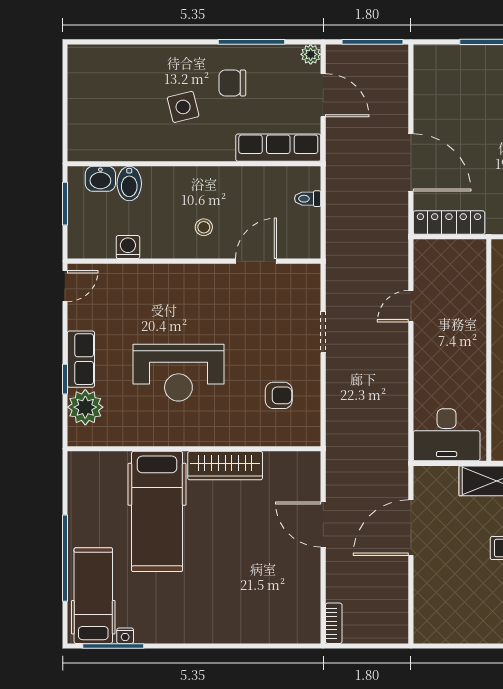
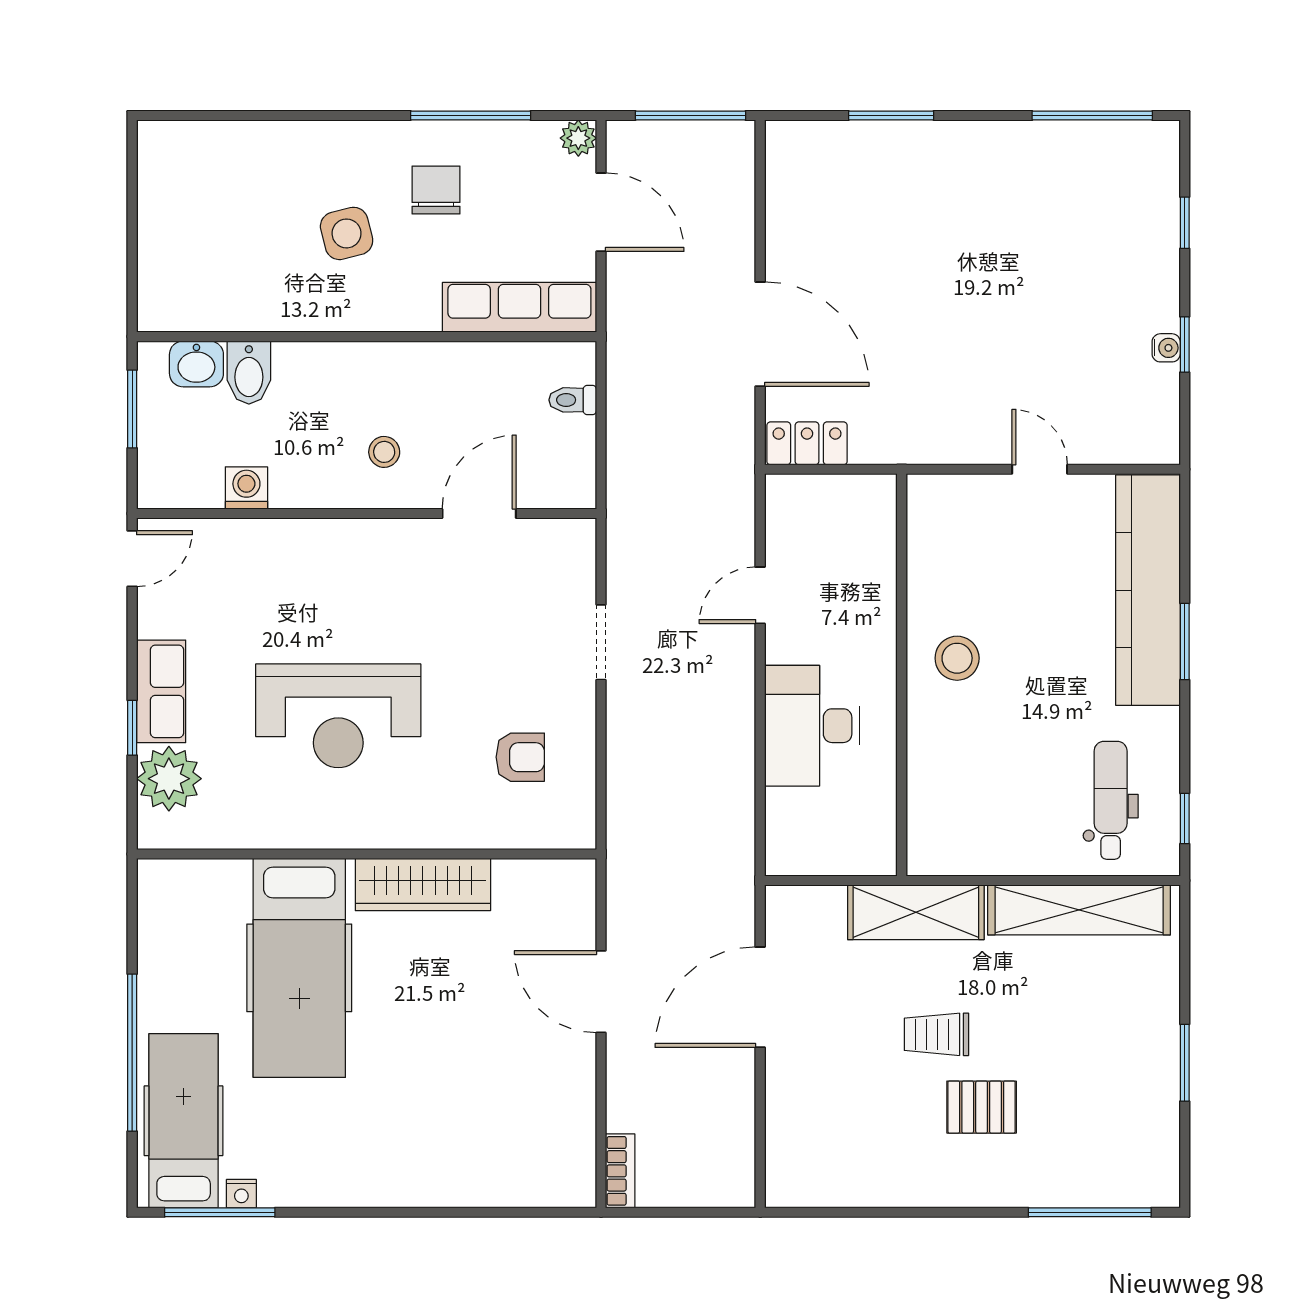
chair: (232, 83) -> (436, 190), turned 90
locker: (449, 223) -> (807, 443), width x0.66
desk: (447, 435) -> (812, 726), moved, turned 90

